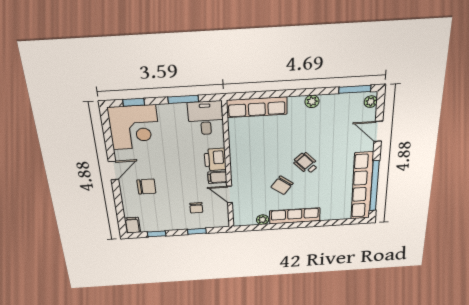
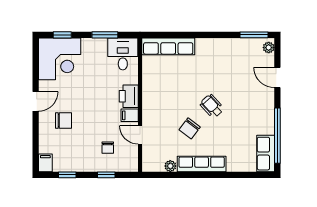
plant: (312, 101) -> (217, 44), removed
row of seats: (362, 186) -> (266, 154), width x0.50

